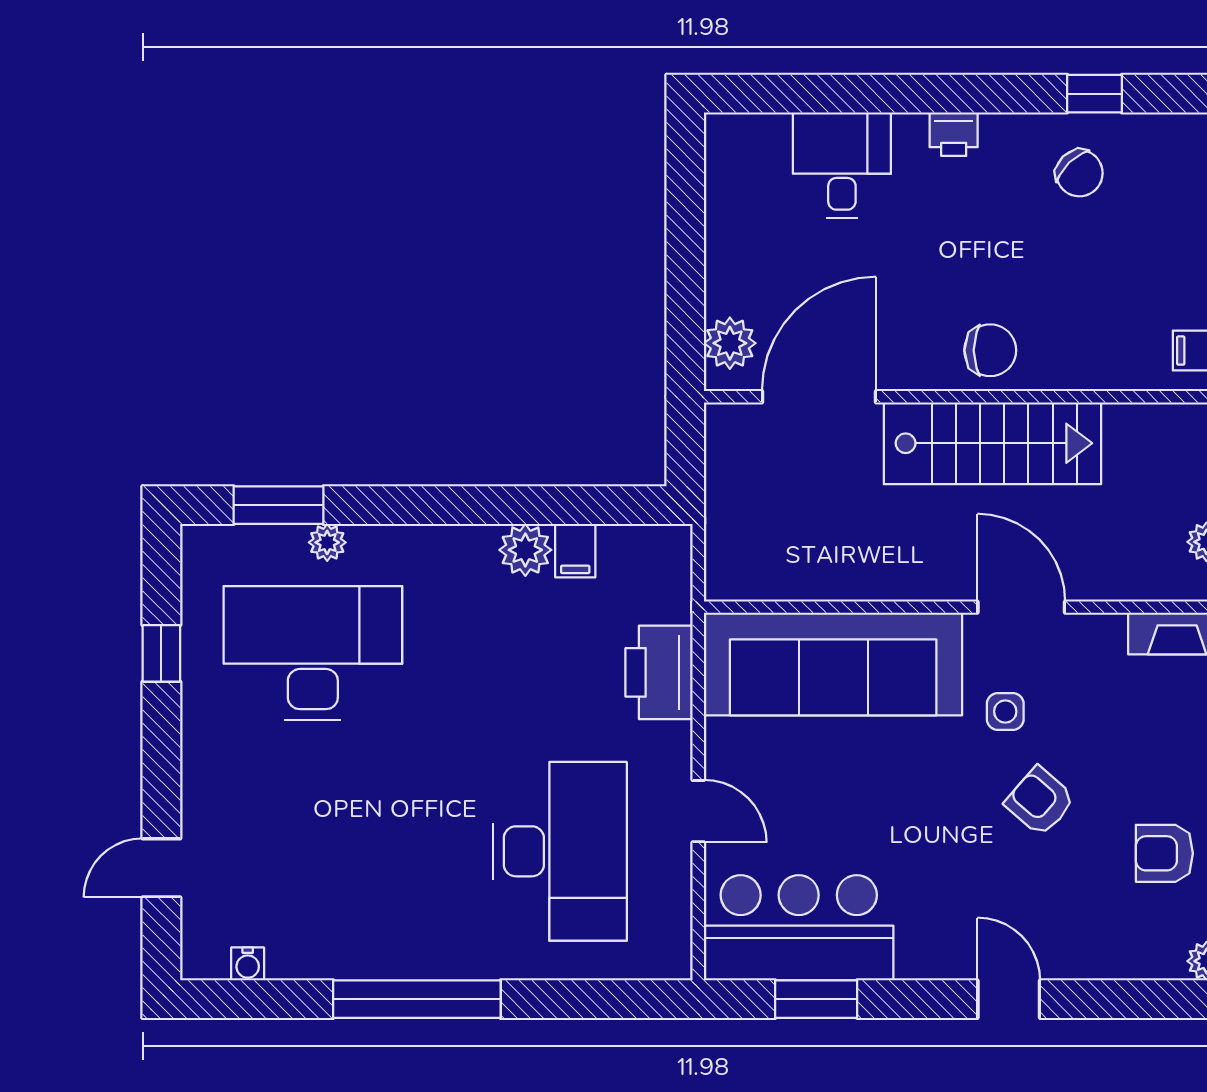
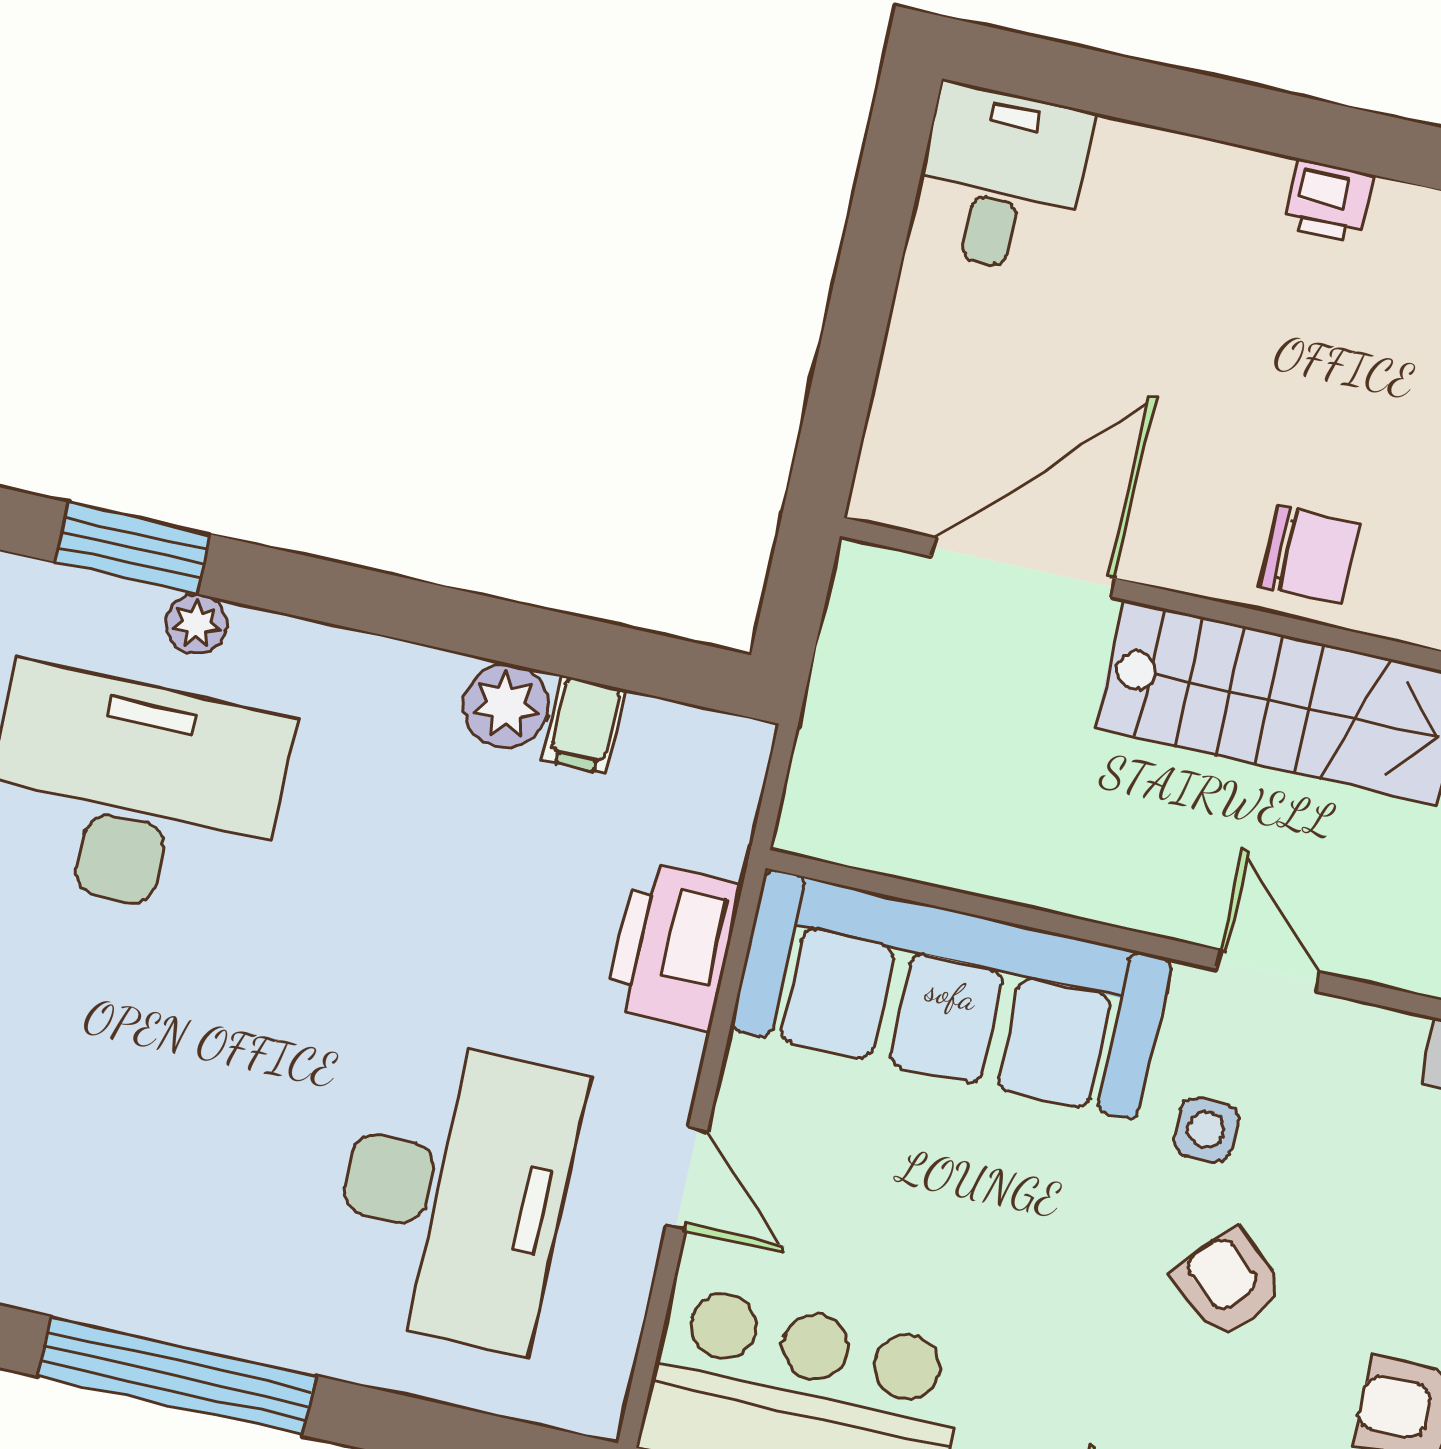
desk: (842, 165) -> (1001, 179), moved
plant: (730, 343) -> (901, 452), removed
door: (1021, 607) -> (1268, 971), width x0.73

